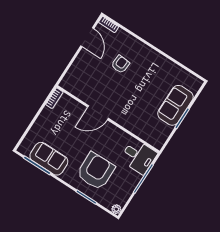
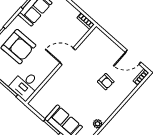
plant: (170, 66) -> (98, 124), added
door: (98, 113) -> (68, 56), hinge flipped

